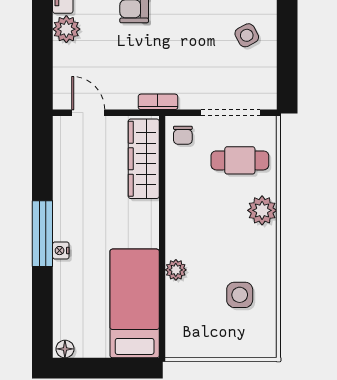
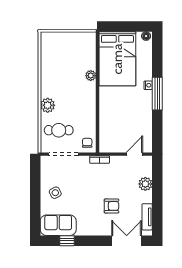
plant: (66, 29) -> (145, 184), moved
door: (88, 113) -> (134, 154), swing flipped
wardrobe: (144, 159) -> (107, 131), removed
side table: (240, 295) -> (59, 63), removed
bed: (135, 303) -> (117, 59), width x1.50

